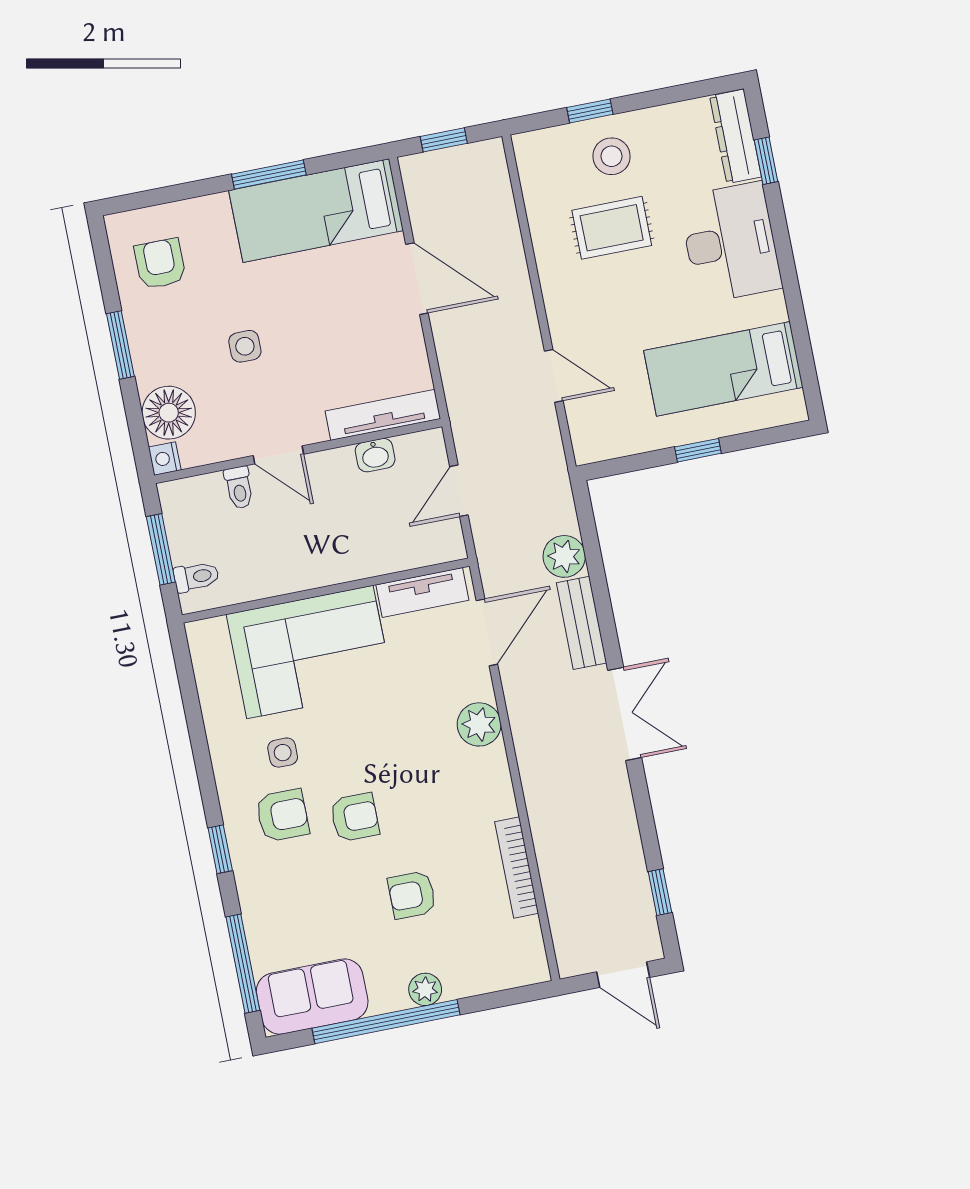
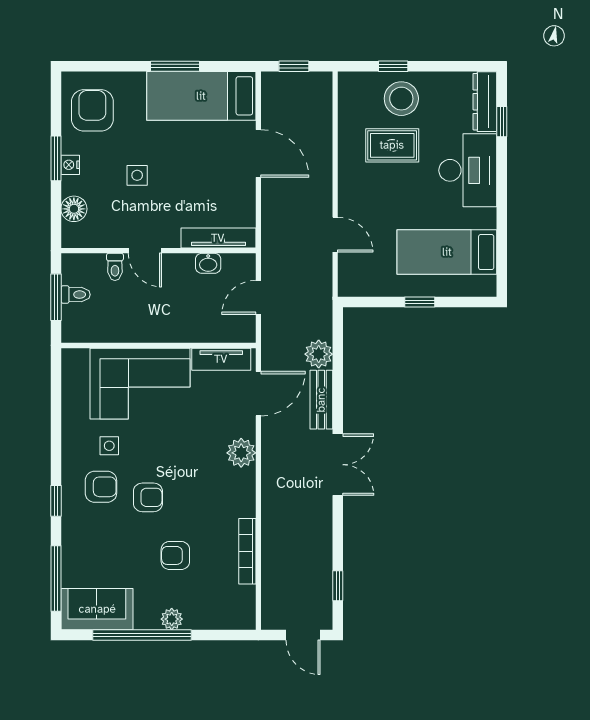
stool: (612, 156) -> (401, 99), width x1.38, depth x1.38
armchair: (160, 264) -> (92, 110), width x1.38, depth x1.38
floor lamp: (169, 413) -> (74, 209), width x0.73, depth x0.73
nightstand: (165, 459) -> (70, 165), moved
toilet: (196, 577) -> (76, 295), moved

